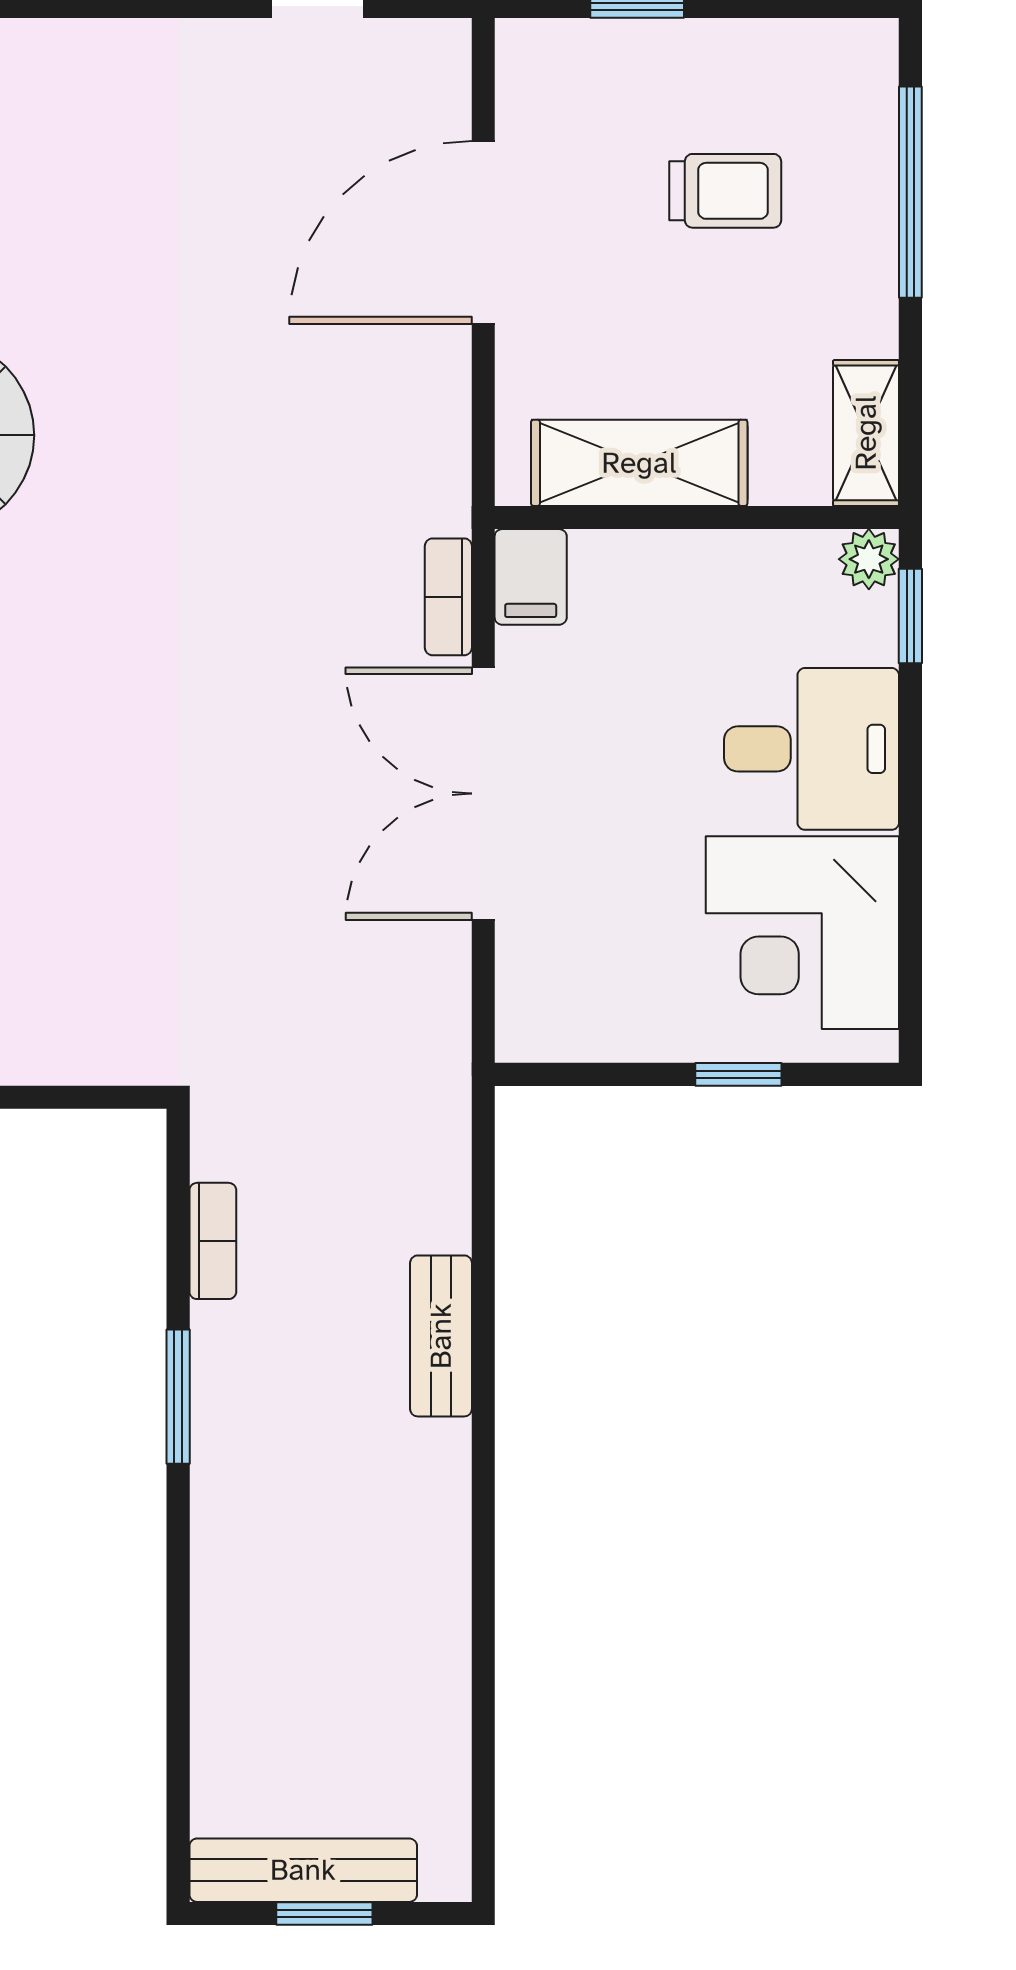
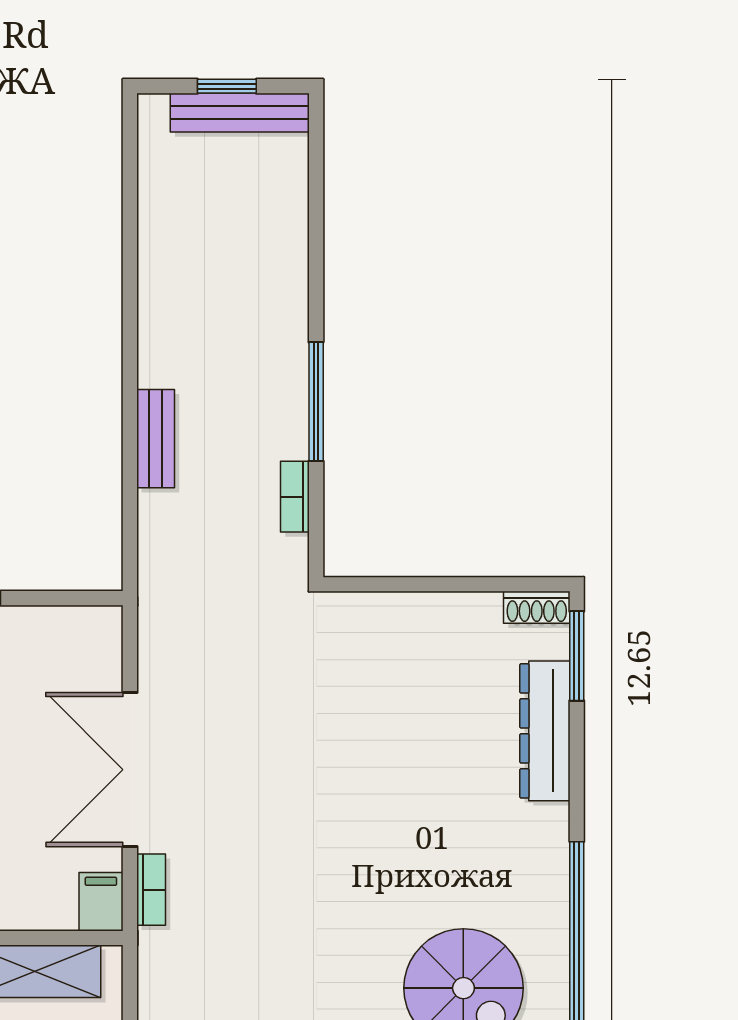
double door: (483, 794) -> (130, 770), swing flipped
window: (178, 1397) -> (316, 402), width x1.44

